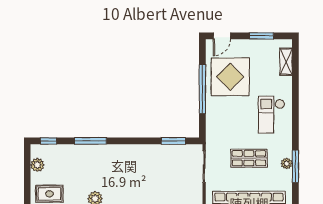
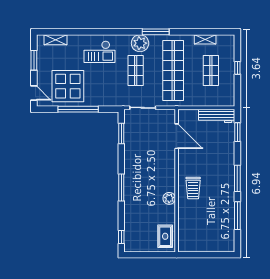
window: (90, 141) -> (121, 188), moved
plant: (287, 164) -> (140, 43), width x1.88, depth x1.88
plant: (37, 165) -> (141, 246), removed
window: (295, 166) -> (156, 32), moved

